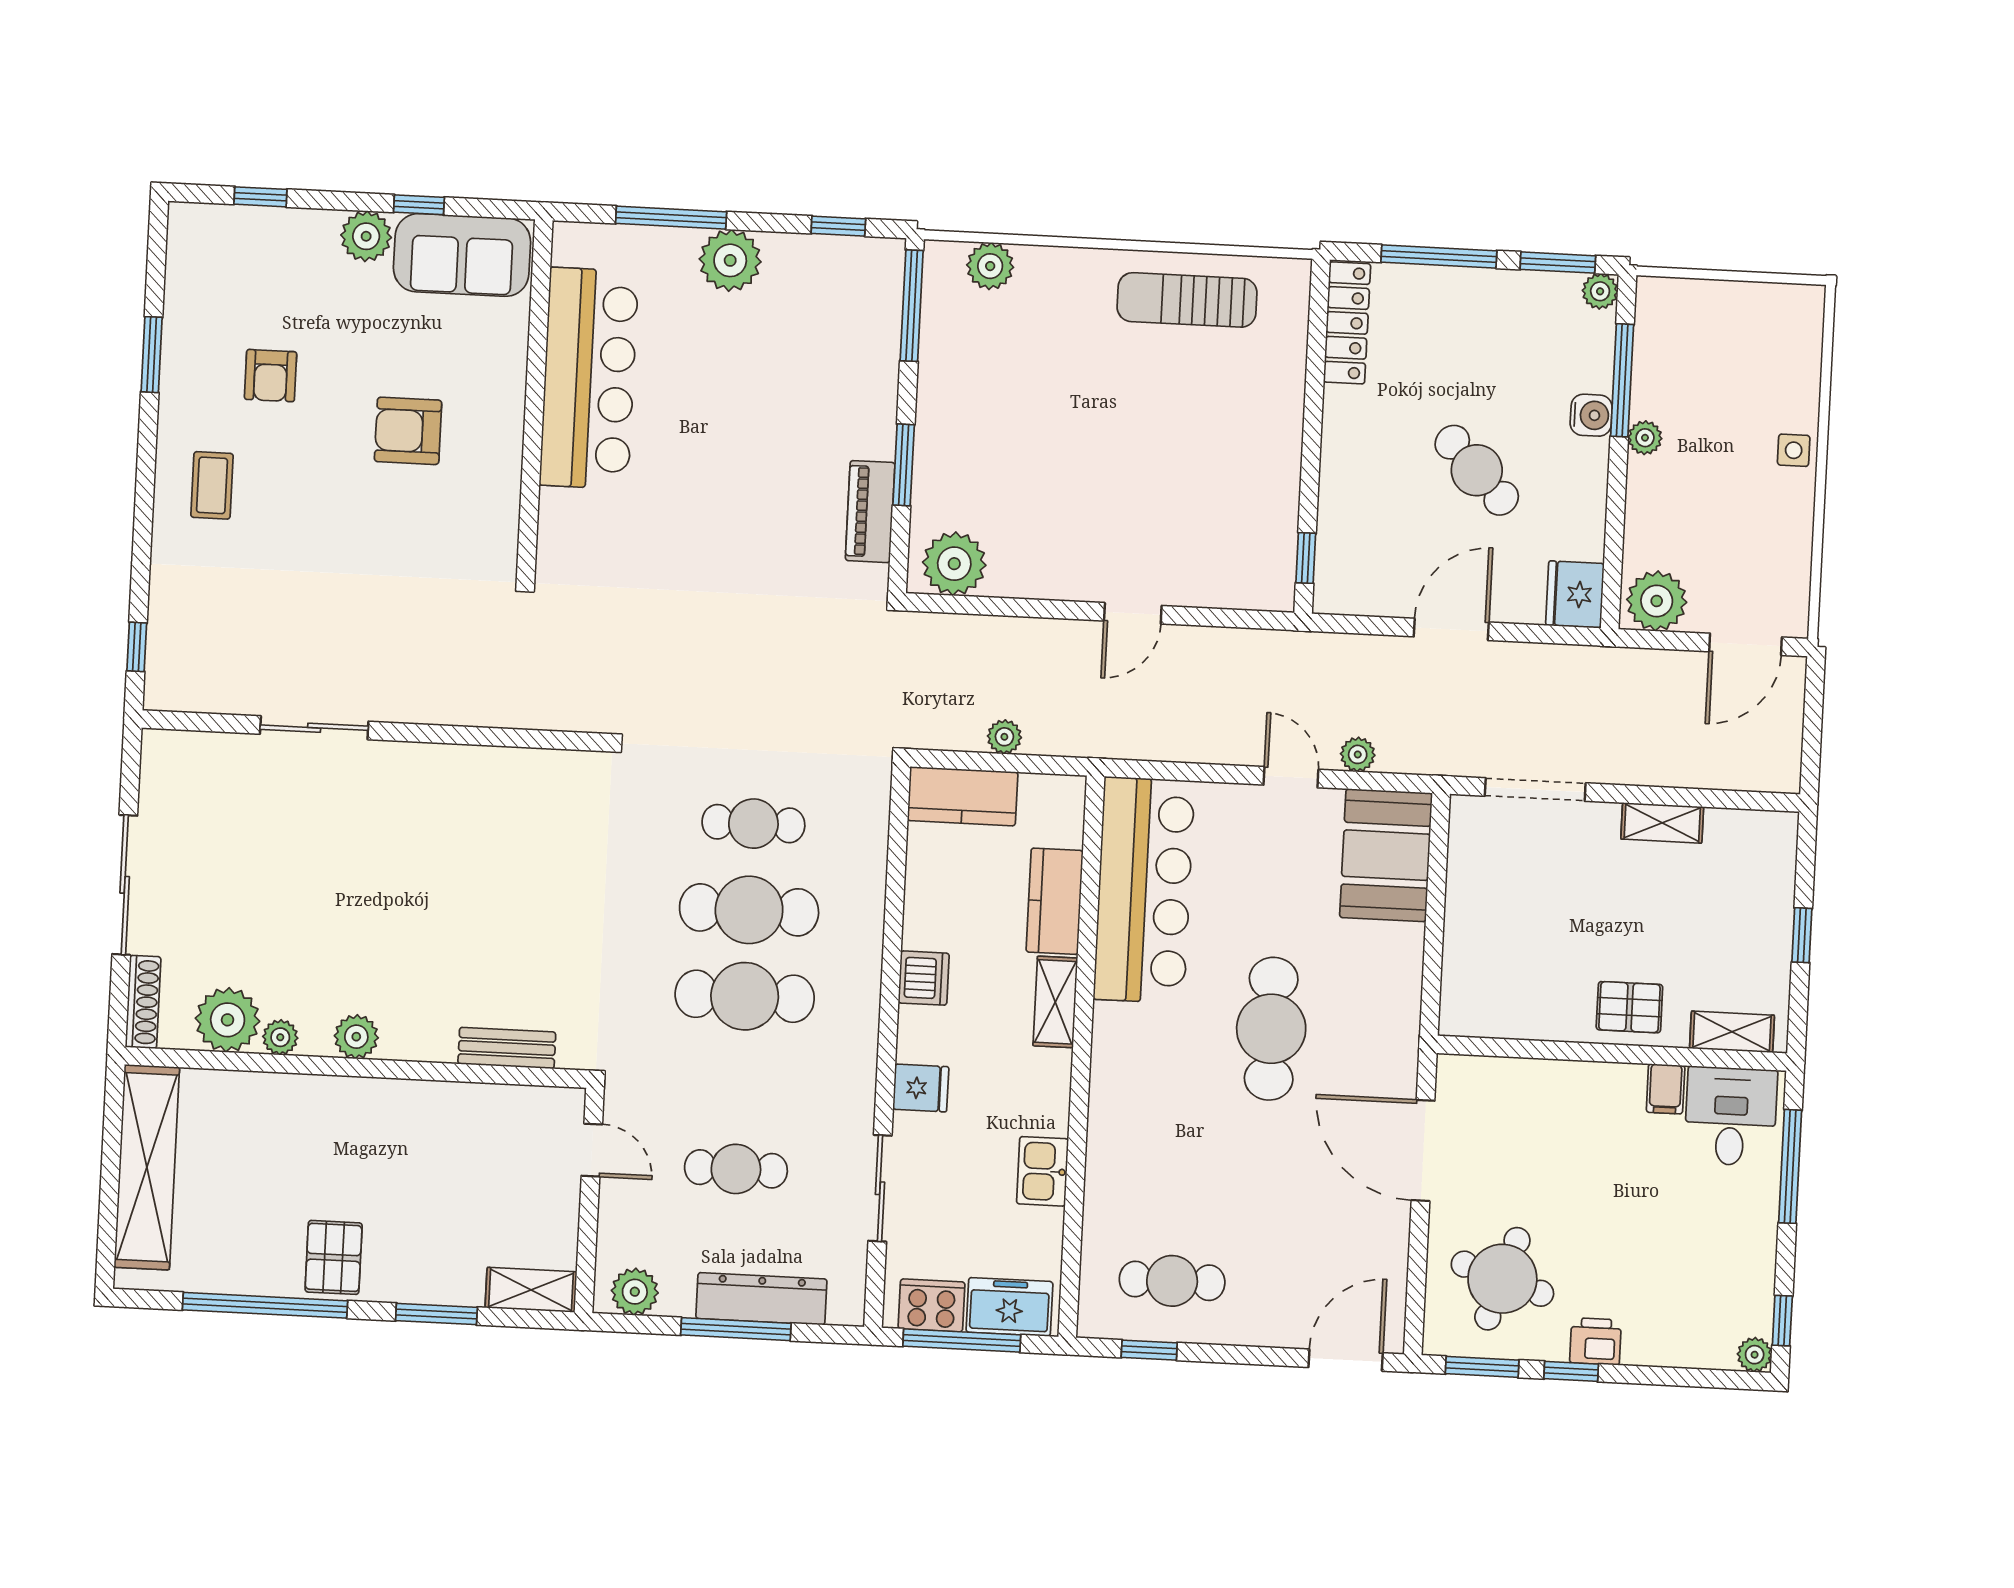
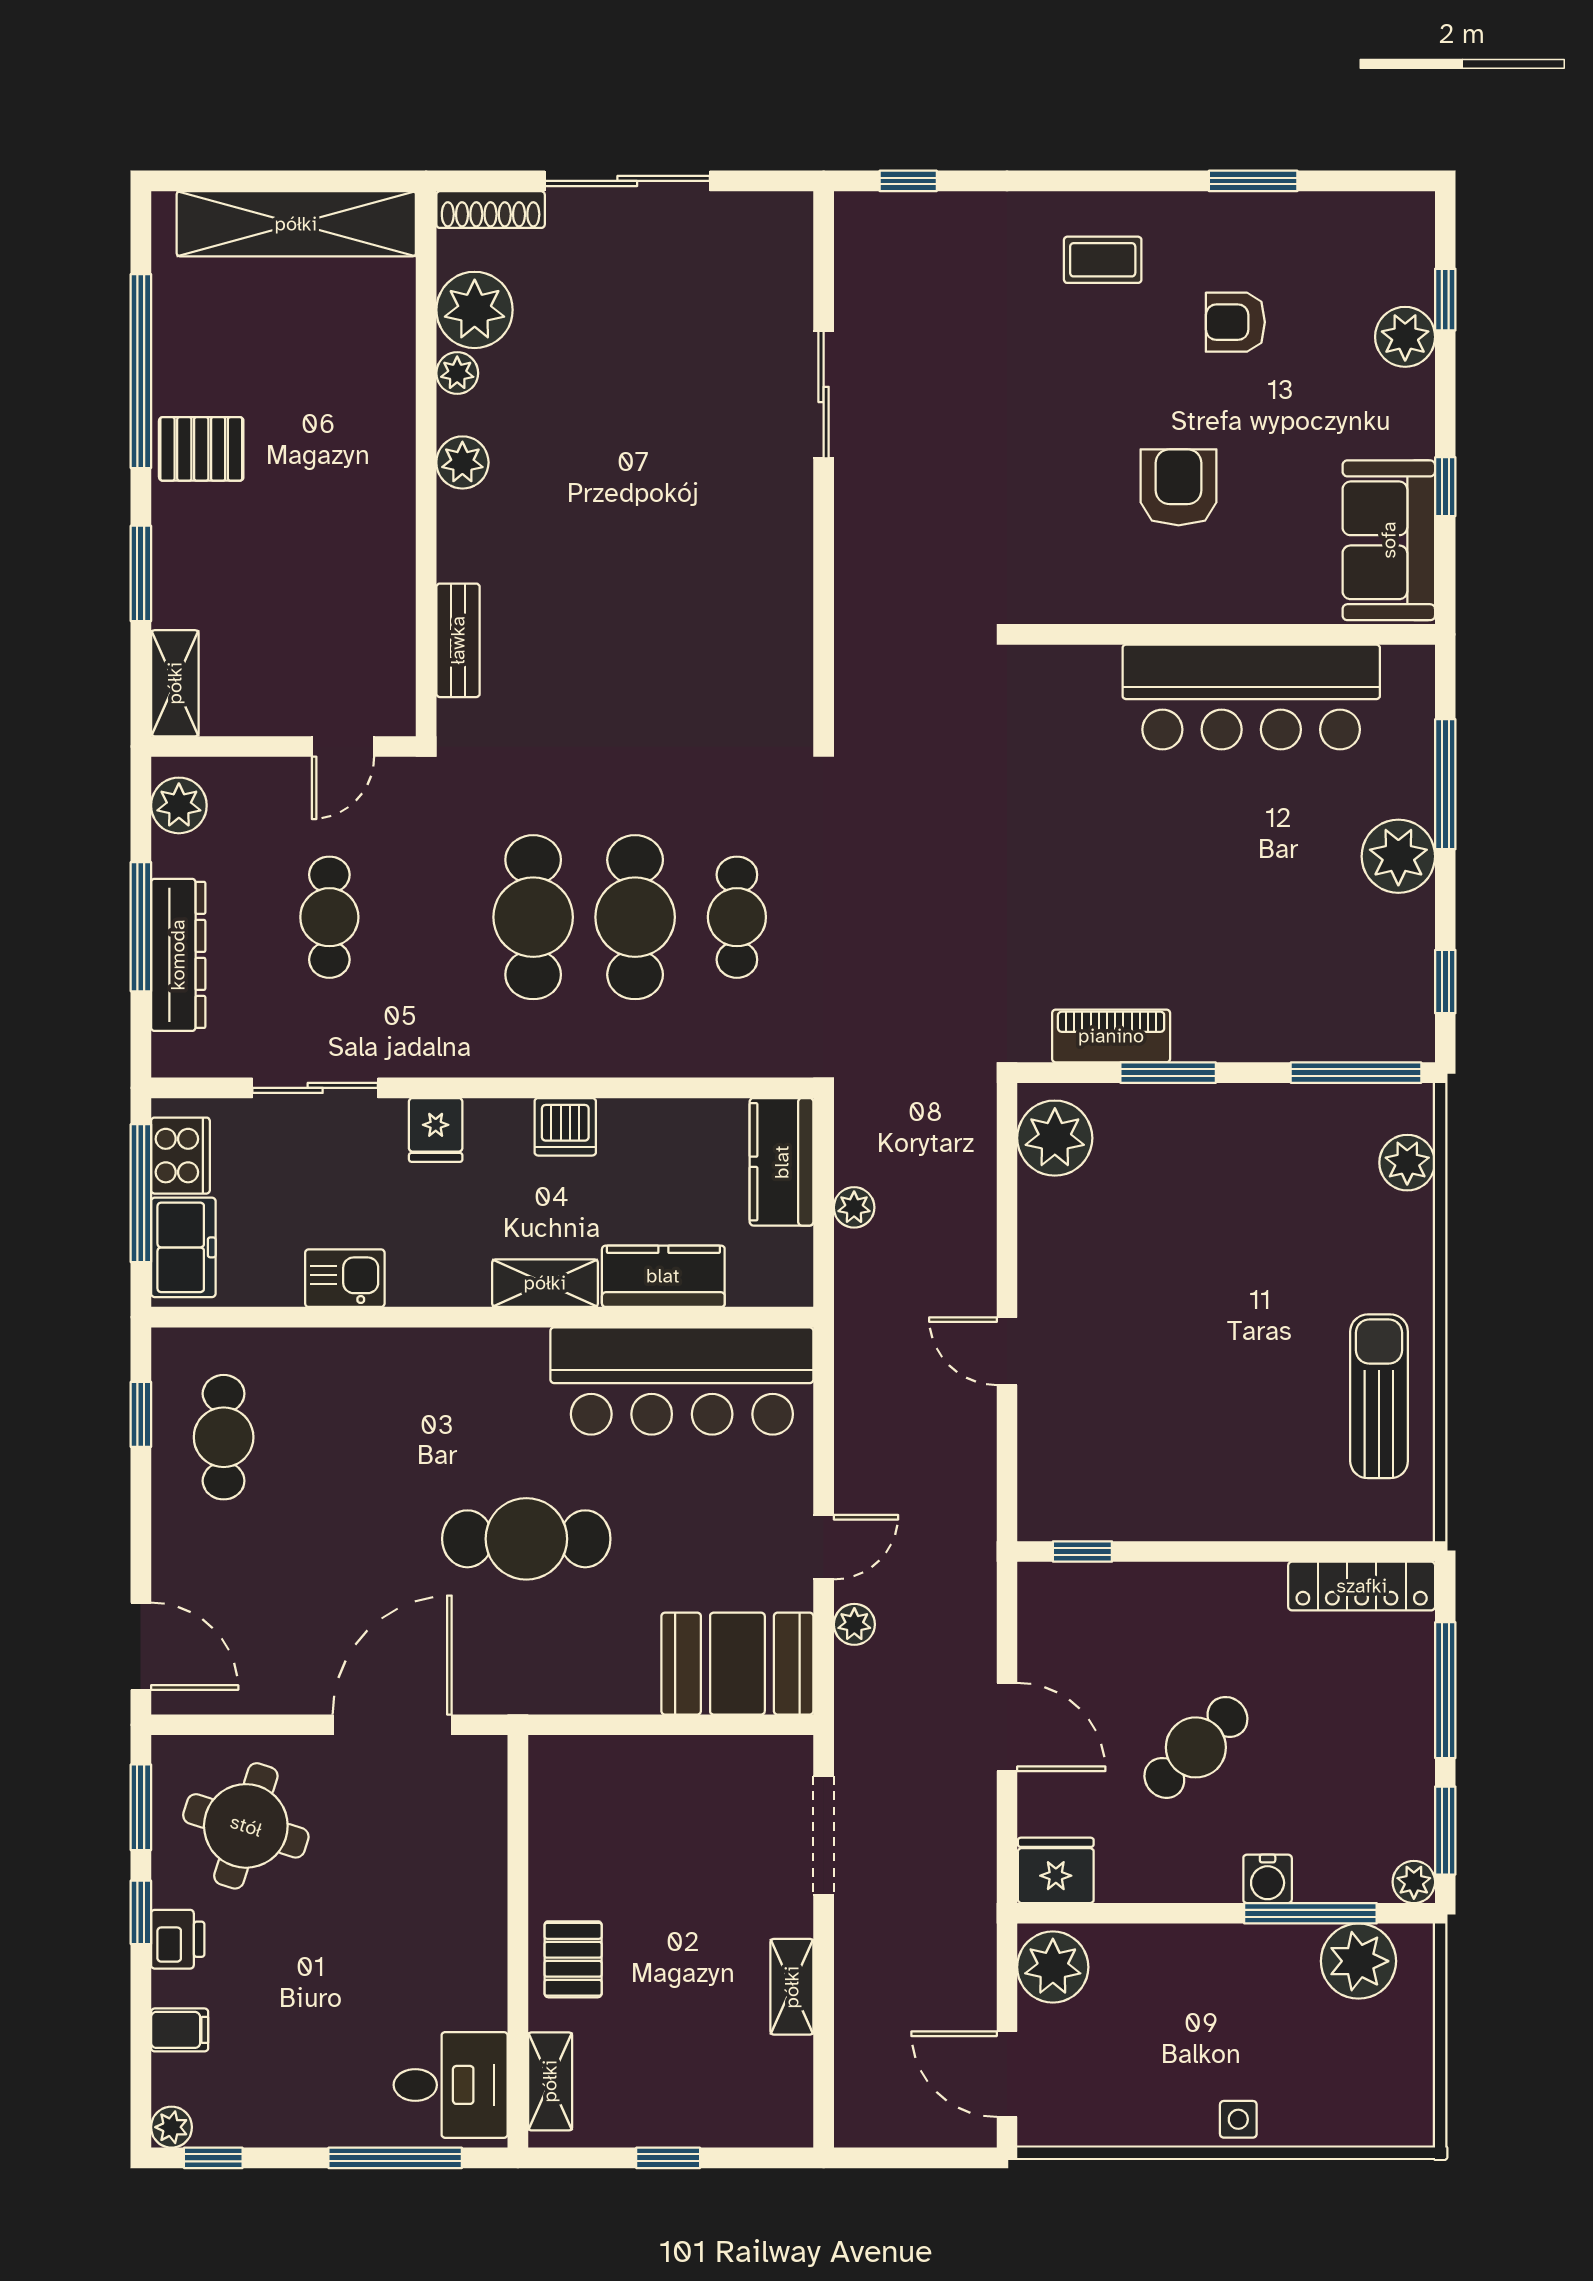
plant: (366, 236) -> (1405, 337), moved
plant: (1645, 438) -> (1358, 1961), moved, width x1.88, depth x1.88
filing cabinet: (1666, 1089) -> (180, 2030), moved, turned 180

